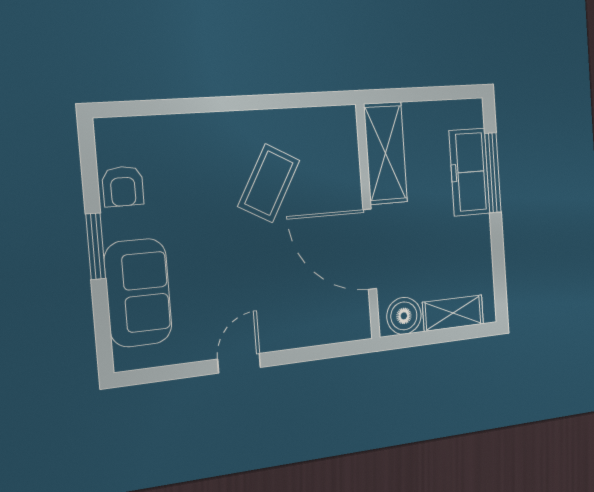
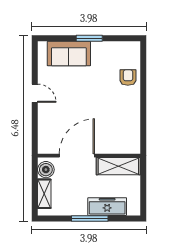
window: (493, 173) -> (90, 218), moved
coffee table: (269, 183) -> (109, 112), removed
armchair: (123, 186) -> (128, 78), moved, turned 90

